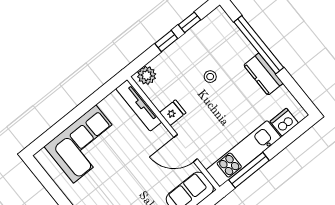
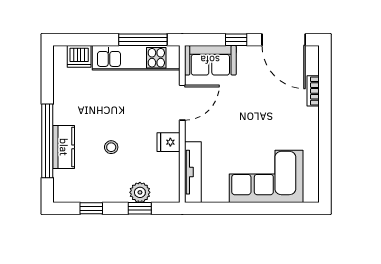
window: (166, 41) -> (140, 208), moved
kitchen counter: (263, 74) -> (64, 147), moved
plant: (147, 75) -> (140, 192), moved
door: (186, 148) -> (182, 103), hinge flipped

